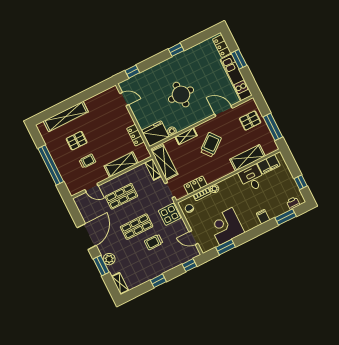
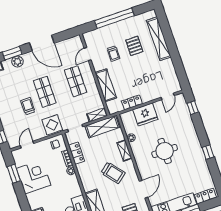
fridge: (155, 134) -> (145, 114), moved, turned 90

